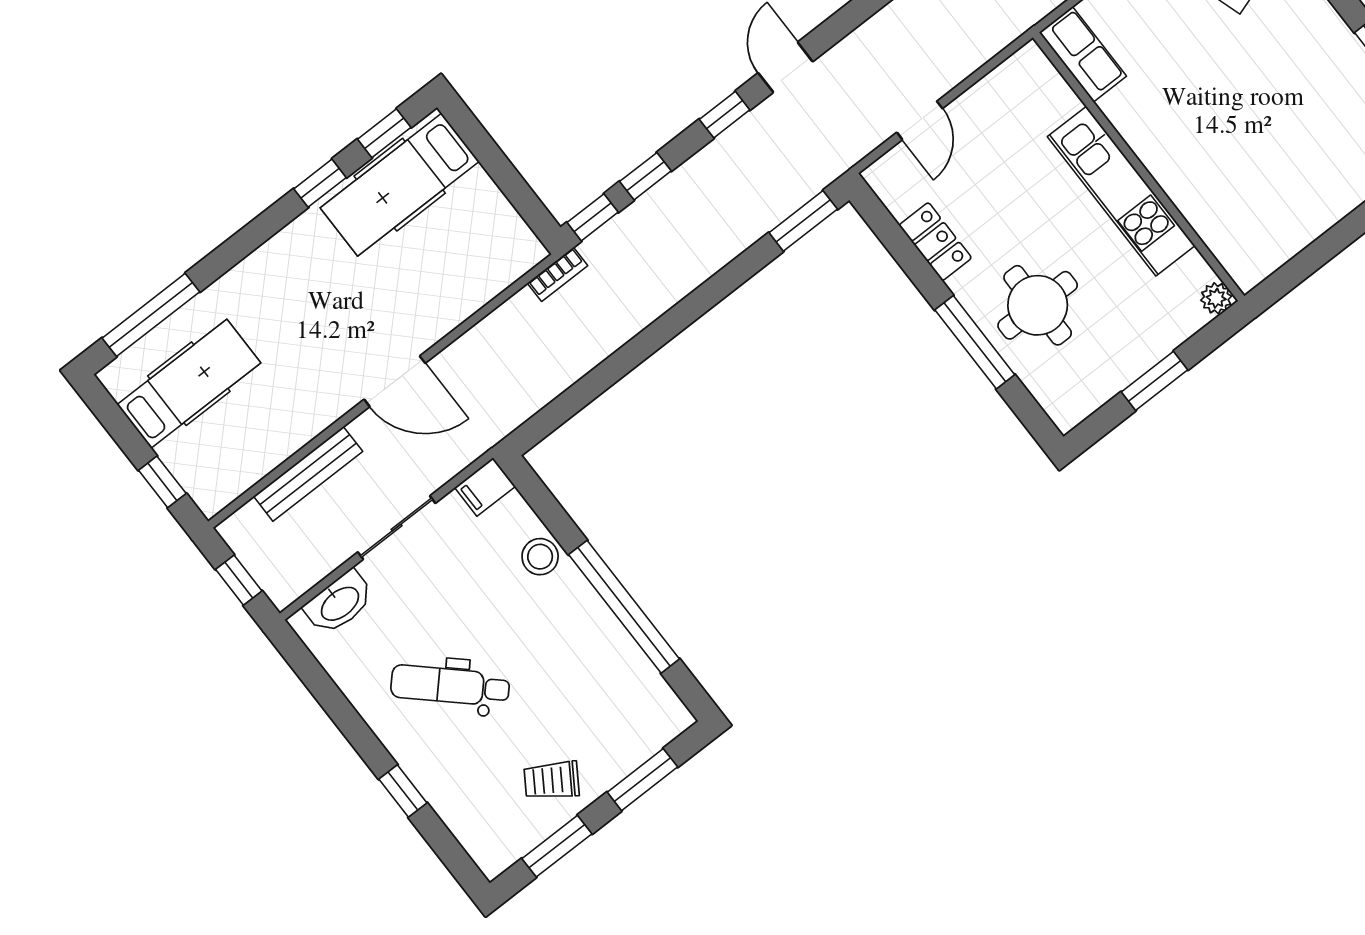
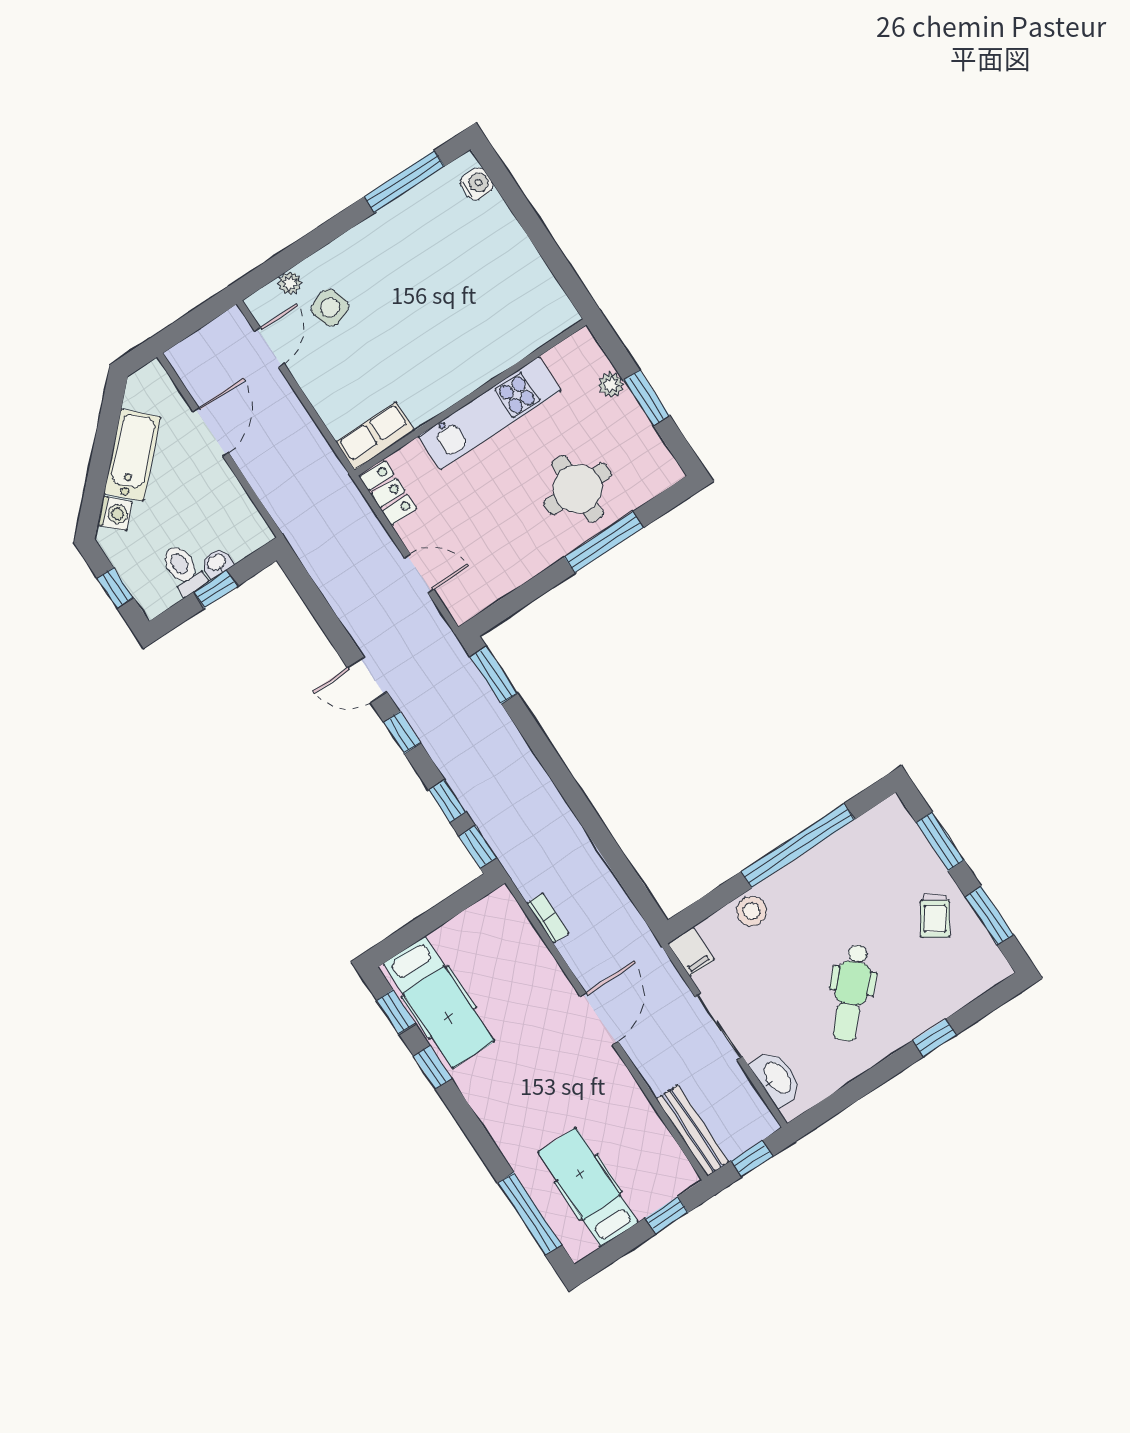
locker: (935, 242) -> (388, 493), moved, turned 90
bookcase: (558, 274) -> (548, 918), moved
plant: (1216, 298) -> (611, 385), moved
bench: (308, 474) -> (693, 1130), moved

